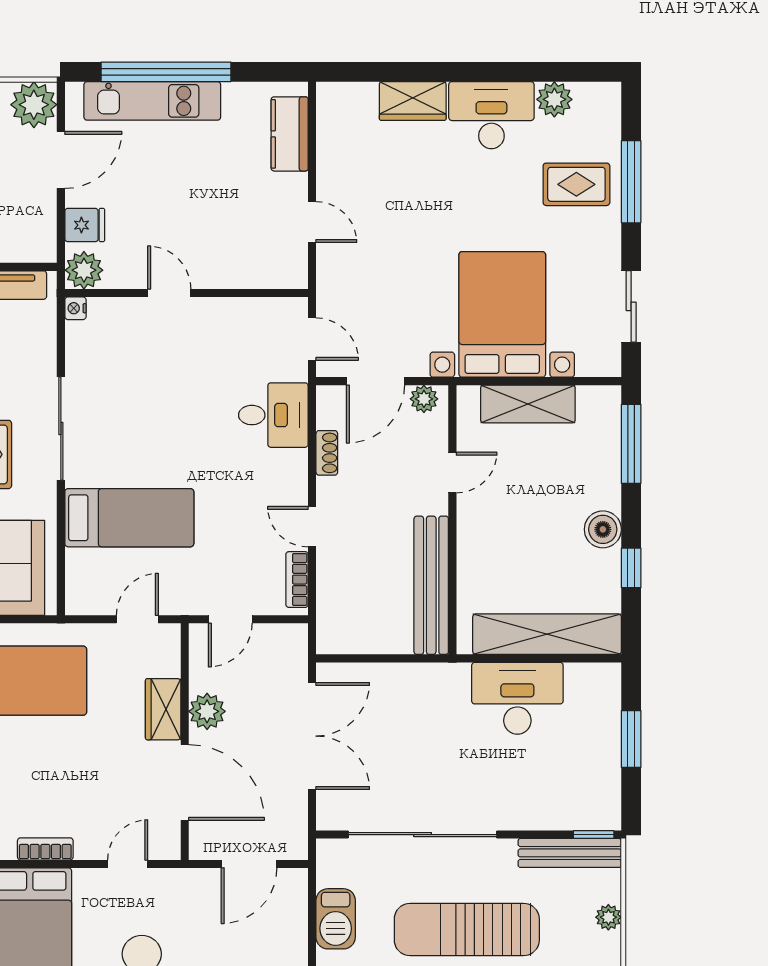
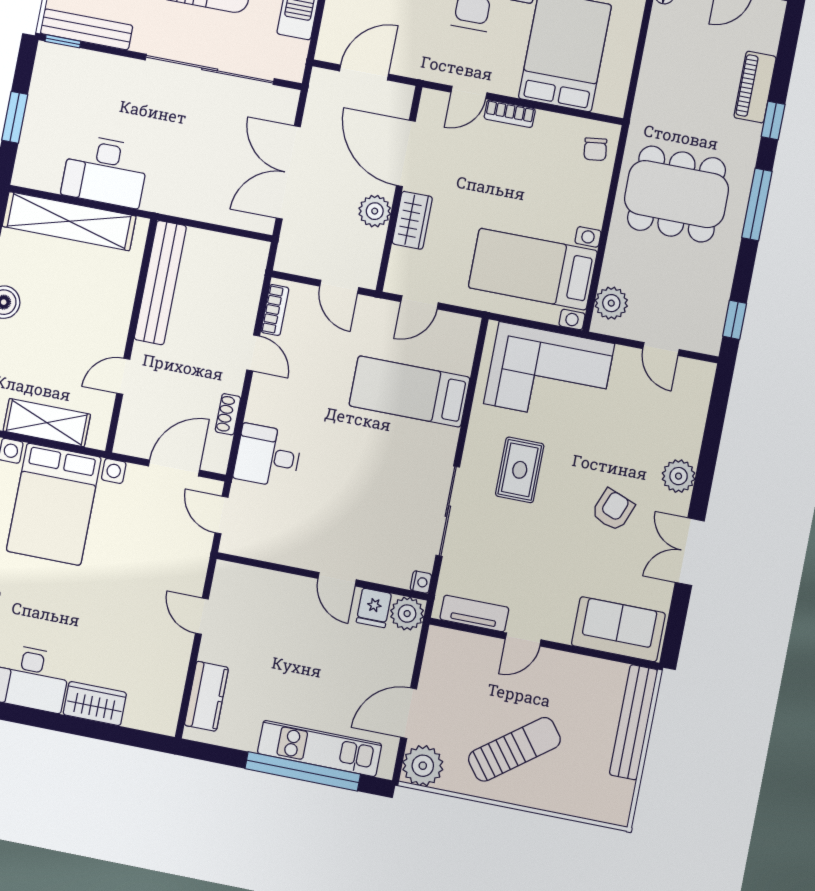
fridge: (85, 225) -> (374, 608), moved, turned -90
plant: (424, 399) -> (135, 445), removed
sliding door: (61, 429) -> (448, 511), moved
door: (230, 619) -> (339, 287), swing flipped
bookcase: (45, 849) -> (510, 114), moved

